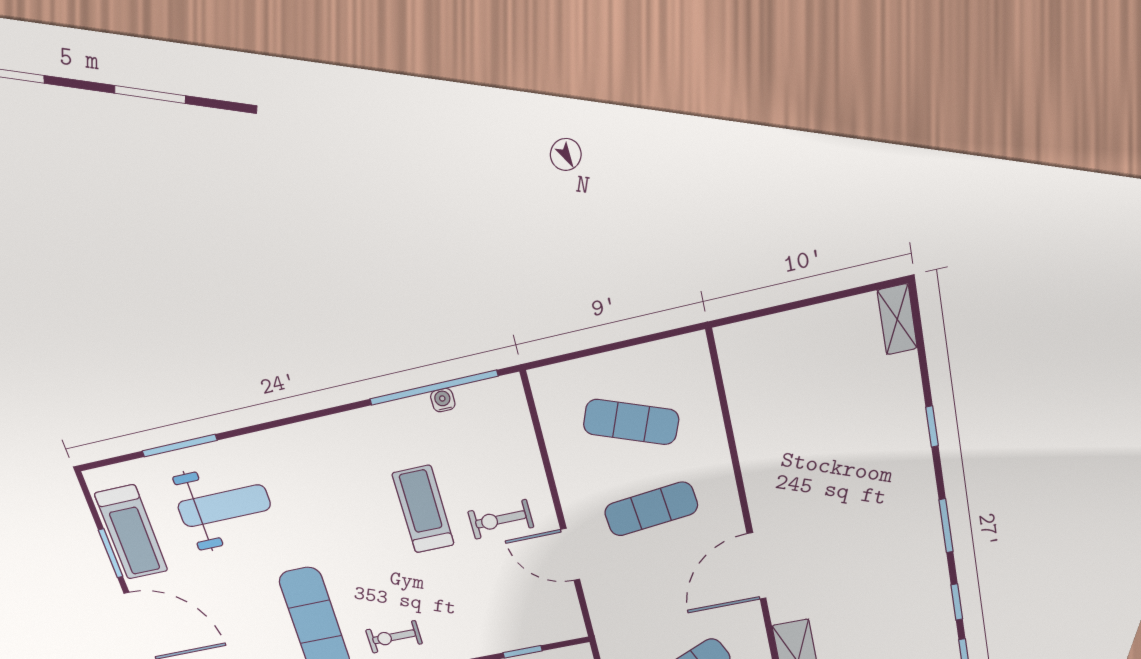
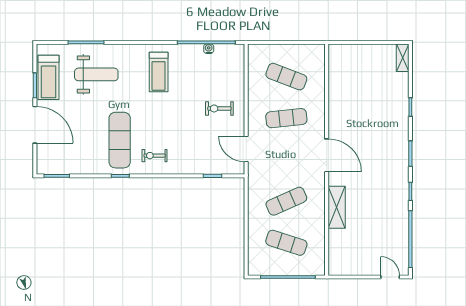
treadmill: (423, 509) -> (159, 72), moved, turned 180
door: (570, 555) -> (246, 149), moved
door: (756, 566) -> (327, 155), swing flipped

